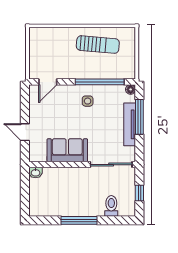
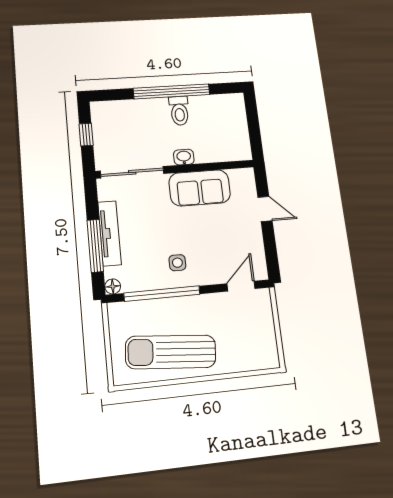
sun lounger: (98, 45) -> (171, 352), width x1.36, depth x1.34
washbasin: (36, 173) -> (184, 157), moved
toilet: (111, 206) -> (179, 111), moved
window: (79, 220) -> (172, 91), width x1.46

